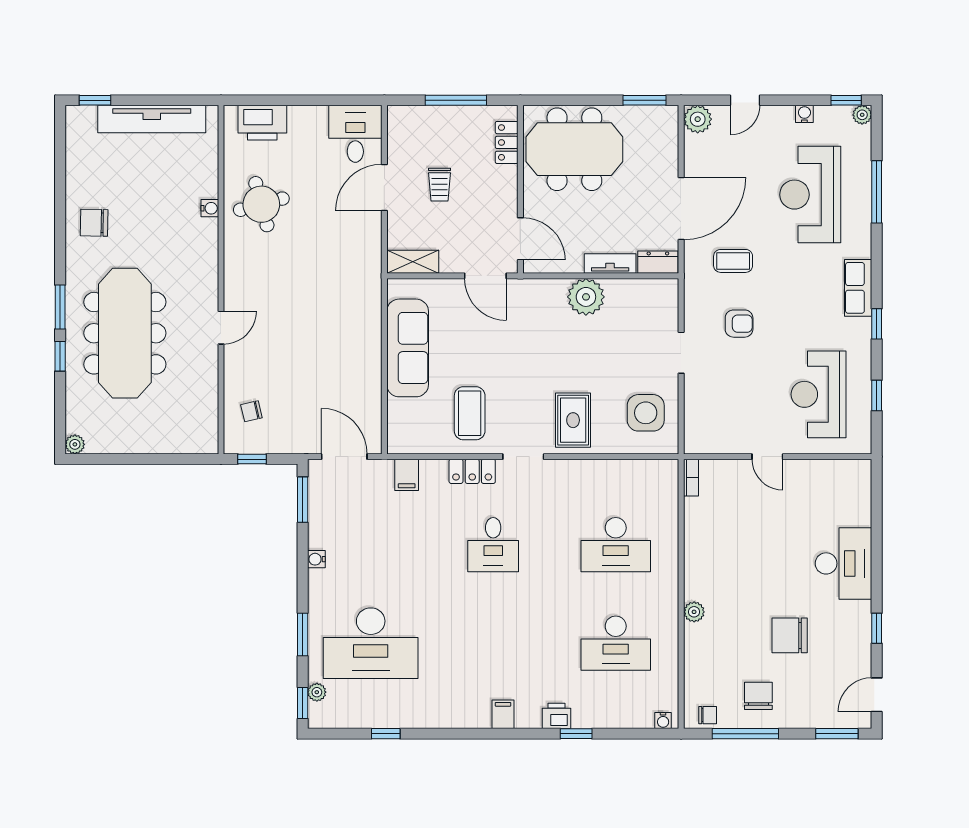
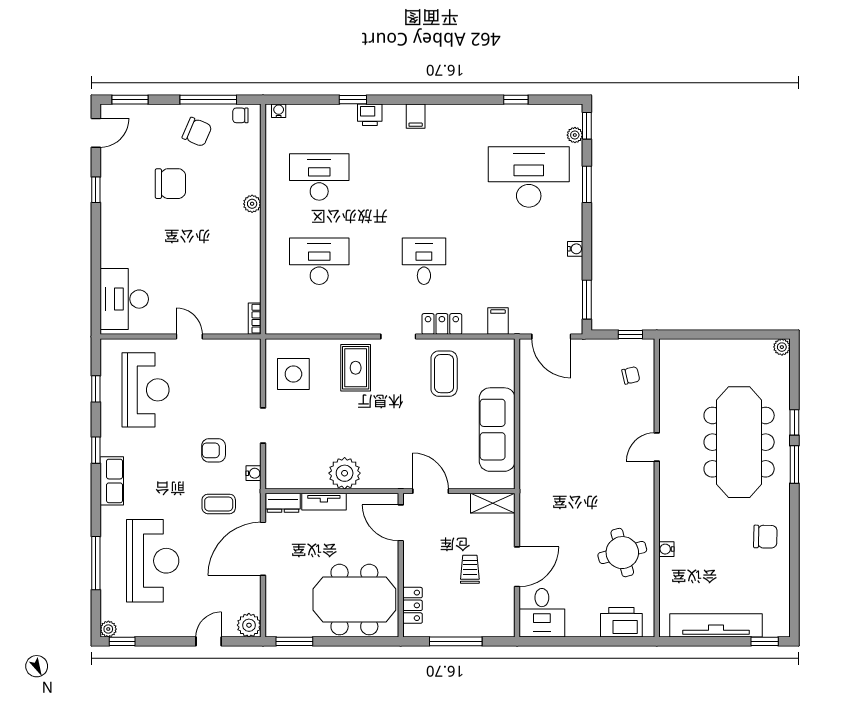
water cooler: (804, 114) -> (253, 473), moved, turned -90
desk: (844, 563) -> (124, 299), moved
chair: (758, 696) -> (197, 132), turned -67

